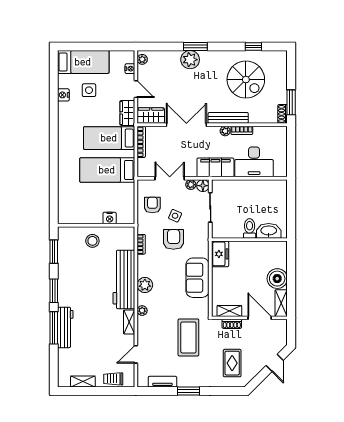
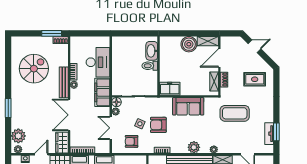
window: (253, 46) -> (8, 63), removed
plant: (190, 60) -> (18, 136), moved
window: (189, 391) -> (276, 132), moved

